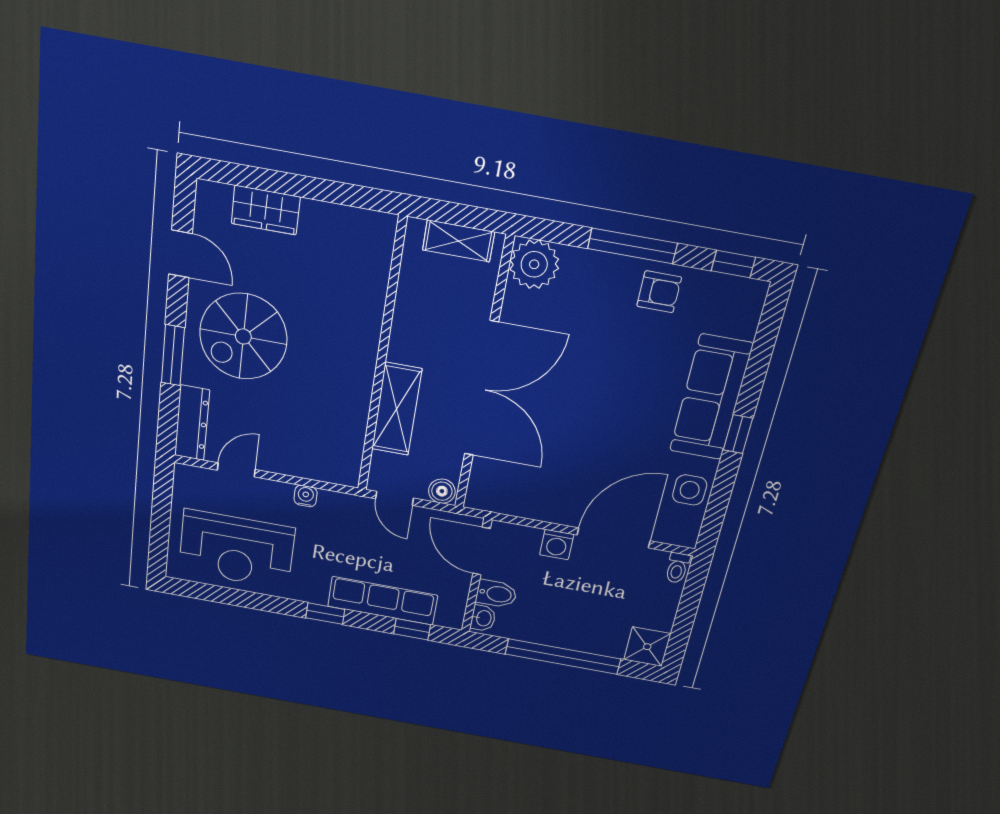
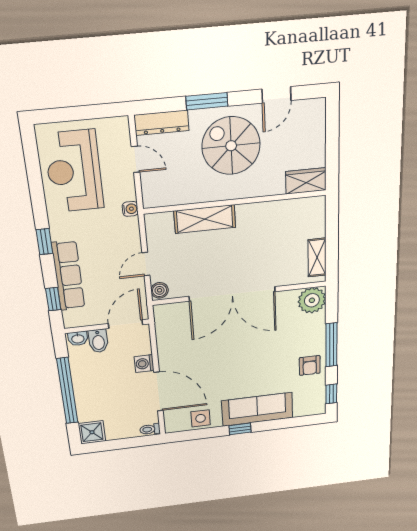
wardrobe: (266, 210) -> (306, 181), moved, turned 90
wall: (382, 359) -> (235, 202), moved
shelving: (397, 409) -> (205, 219), moved

